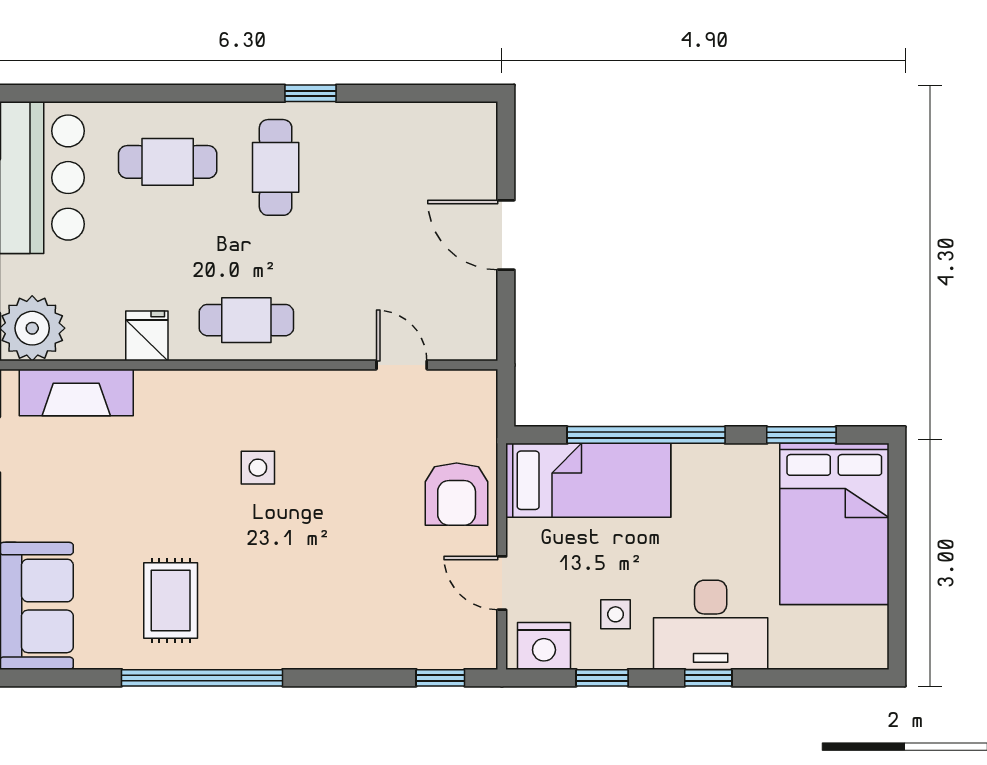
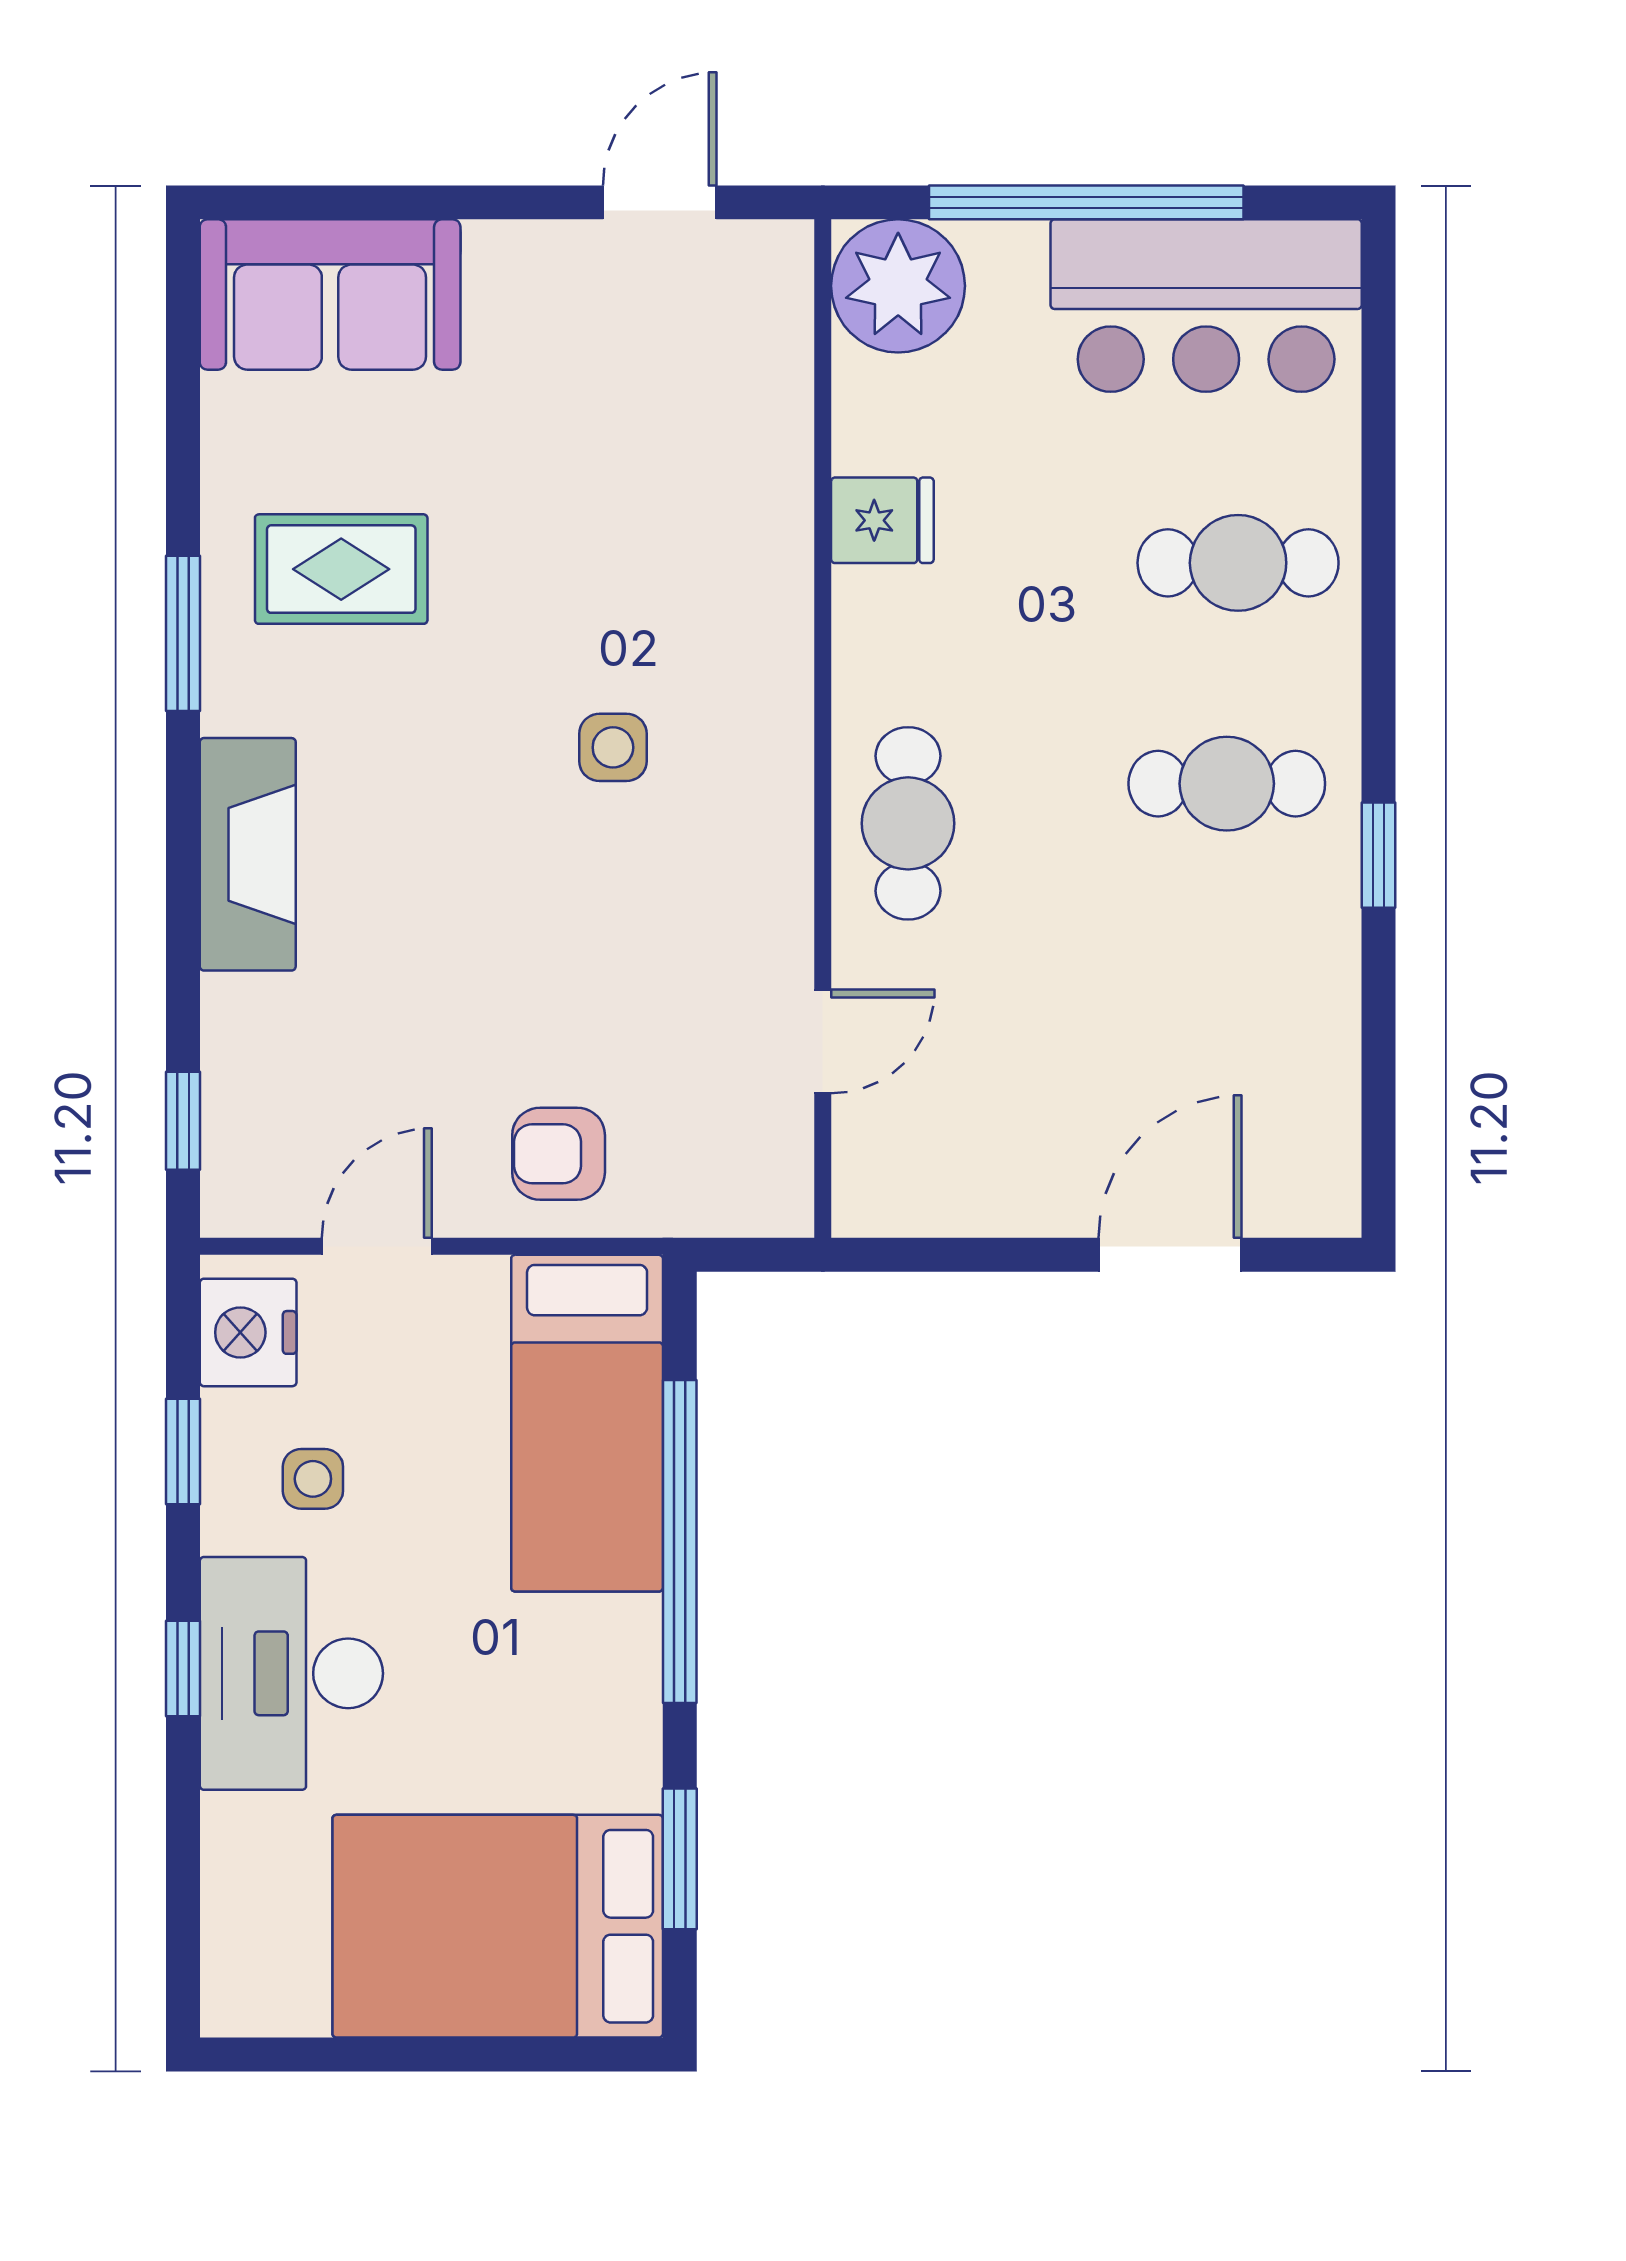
cafe table: (168, 162) -> (1238, 563), turned 90
door: (506, 235) -> (1170, 1255), moved
cafe table: (246, 320) -> (908, 823), moved
fireplace: (76, 392) -> (248, 854), moved, turned 180
armchair: (457, 494) -> (559, 1154), width x0.72, depth x0.72
window: (202, 678) -> (183, 633), width x0.47

